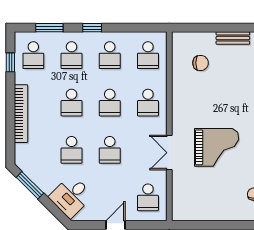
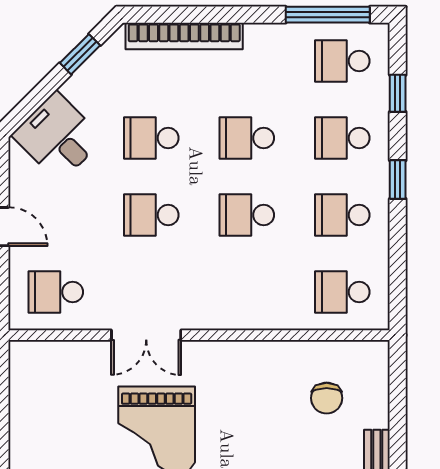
window: (49, 28) -> (398, 93), width x0.67
window: (10, 62) -> (328, 15), width x2.17
school desk: (148, 103) -> (247, 292), removed
bookcase: (21, 114) -> (184, 36), moved
double door: (169, 153) -> (146, 335), swing flipped
window: (30, 185) -> (80, 54), width x0.67

